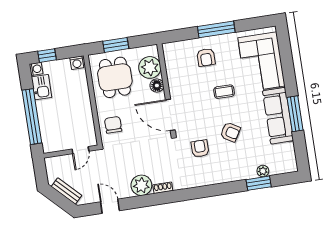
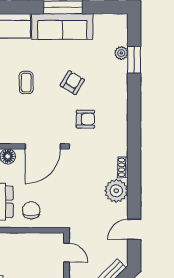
chair: (113, 125) -> (31, 210), moved, turned 90
armchair: (200, 149) -> (85, 119), turned 180

